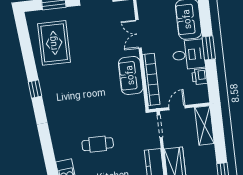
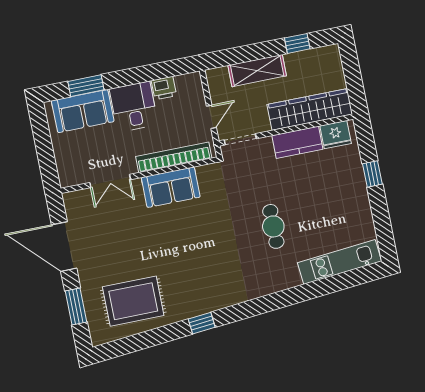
window: (209, 48) -> (86, 86), moved
door: (177, 108) -> (211, 117), swing flipped
shelving: (204, 125) -> (257, 71), moved

